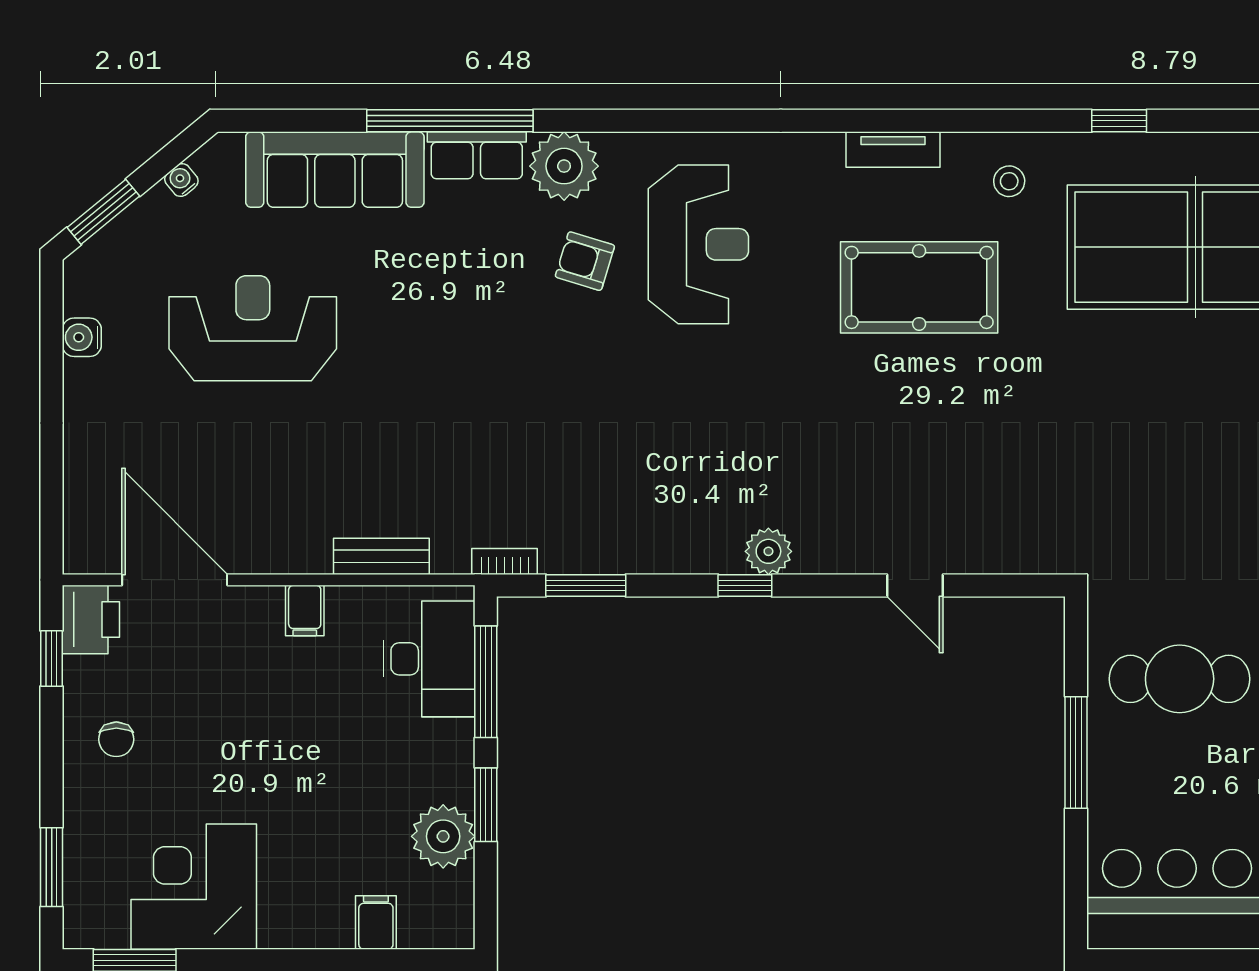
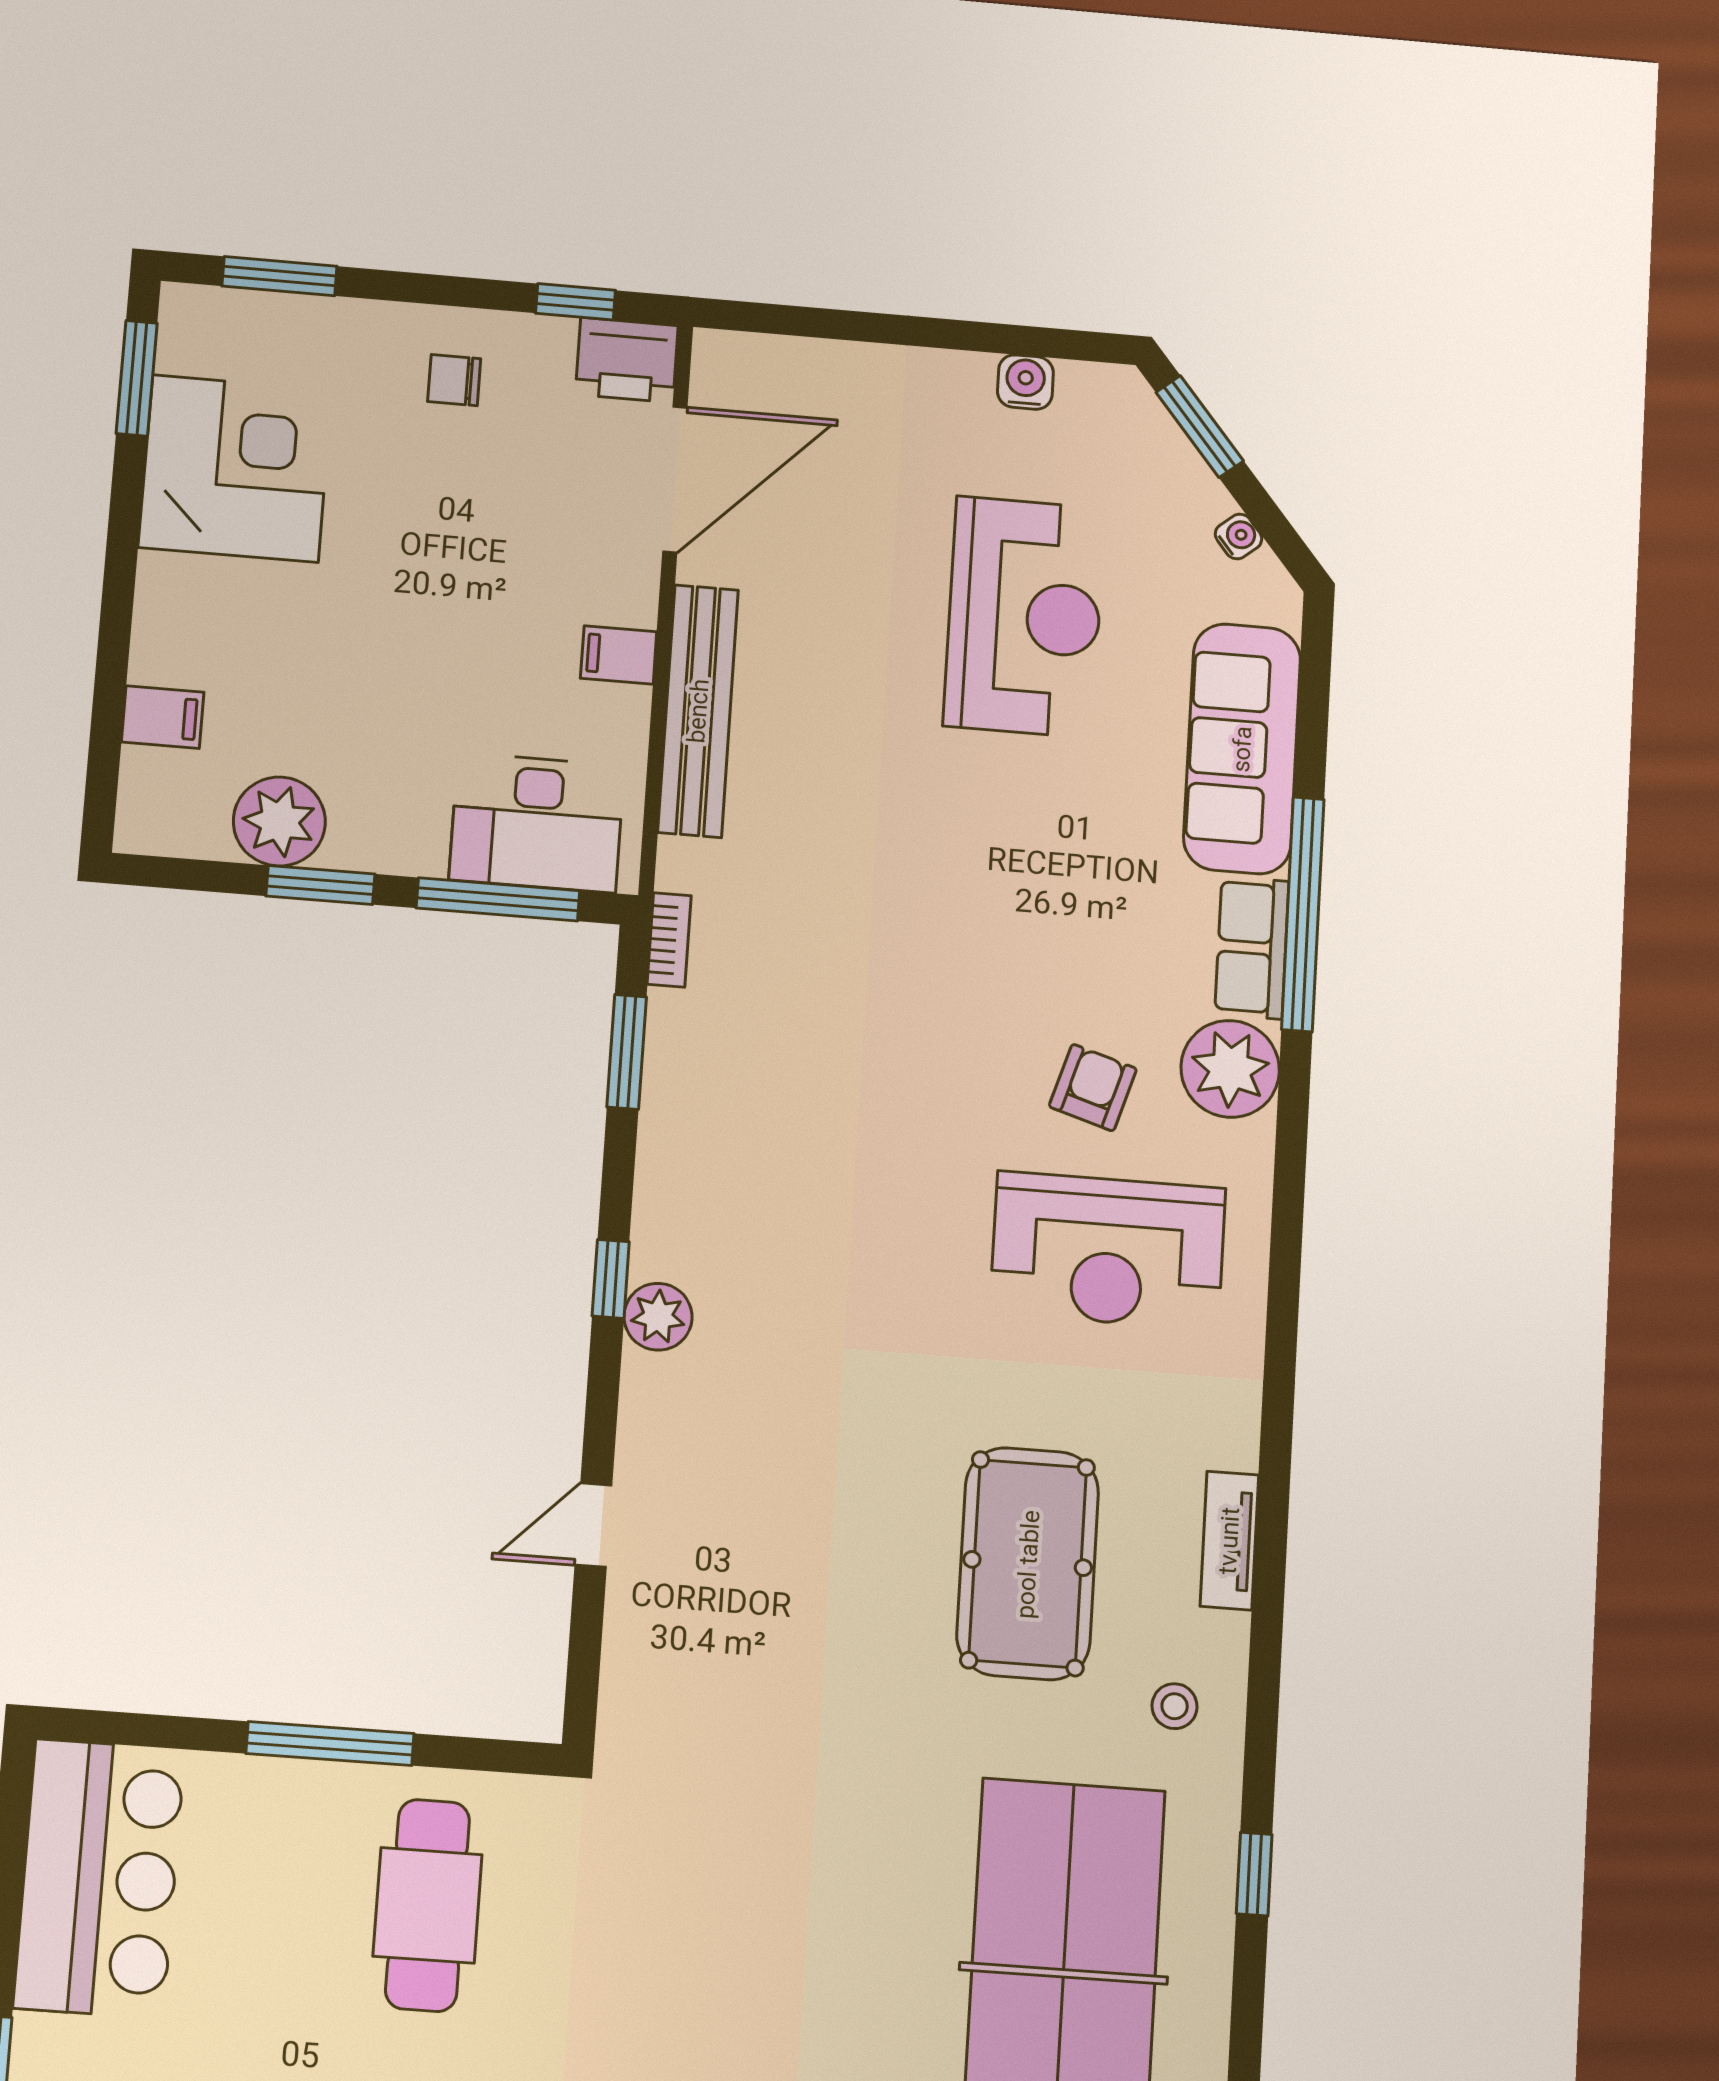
bench: (381, 556) -> (698, 711), width x1.86, depth x1.21

